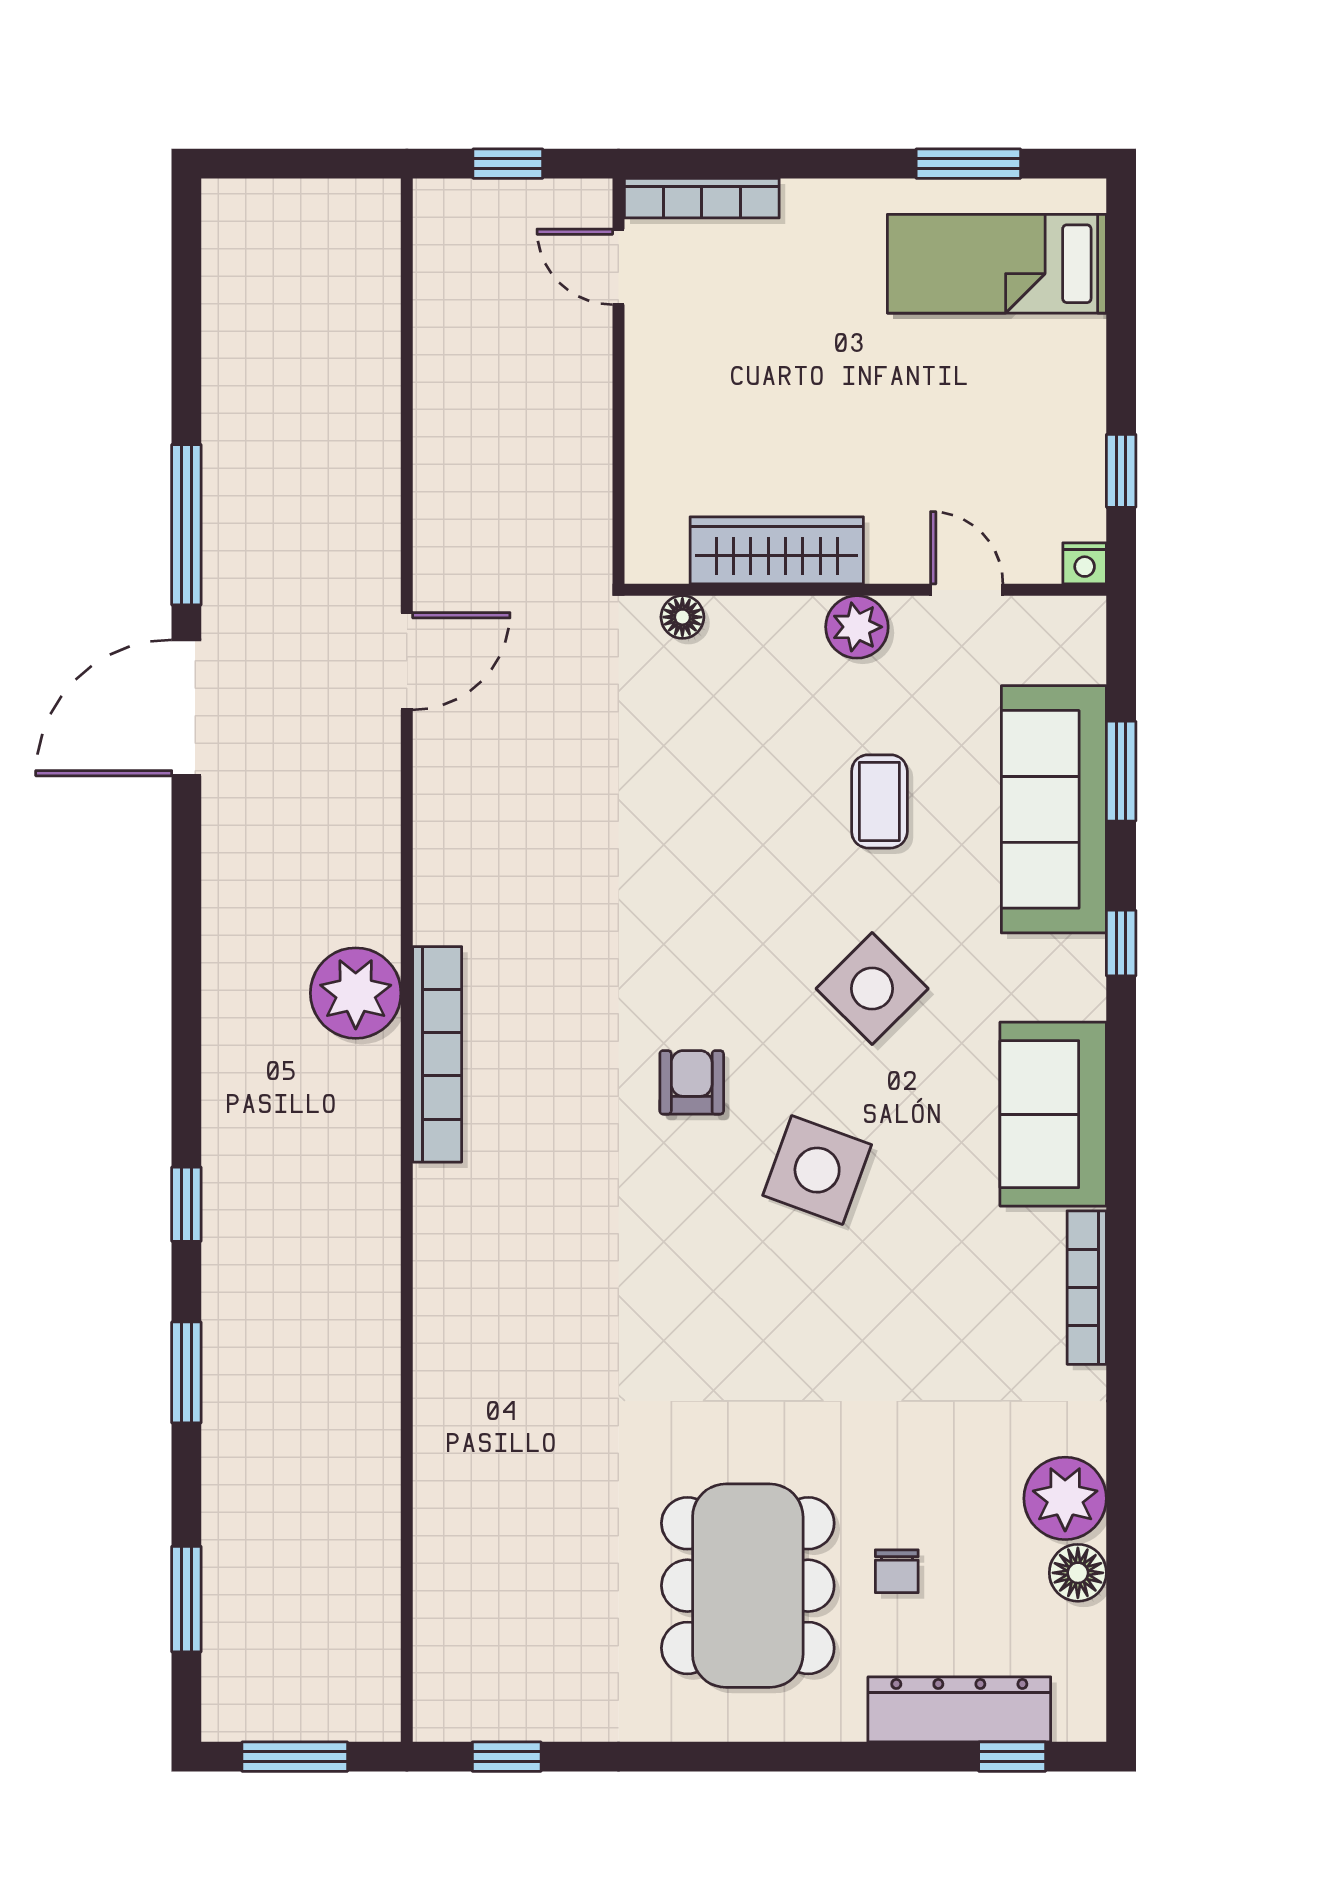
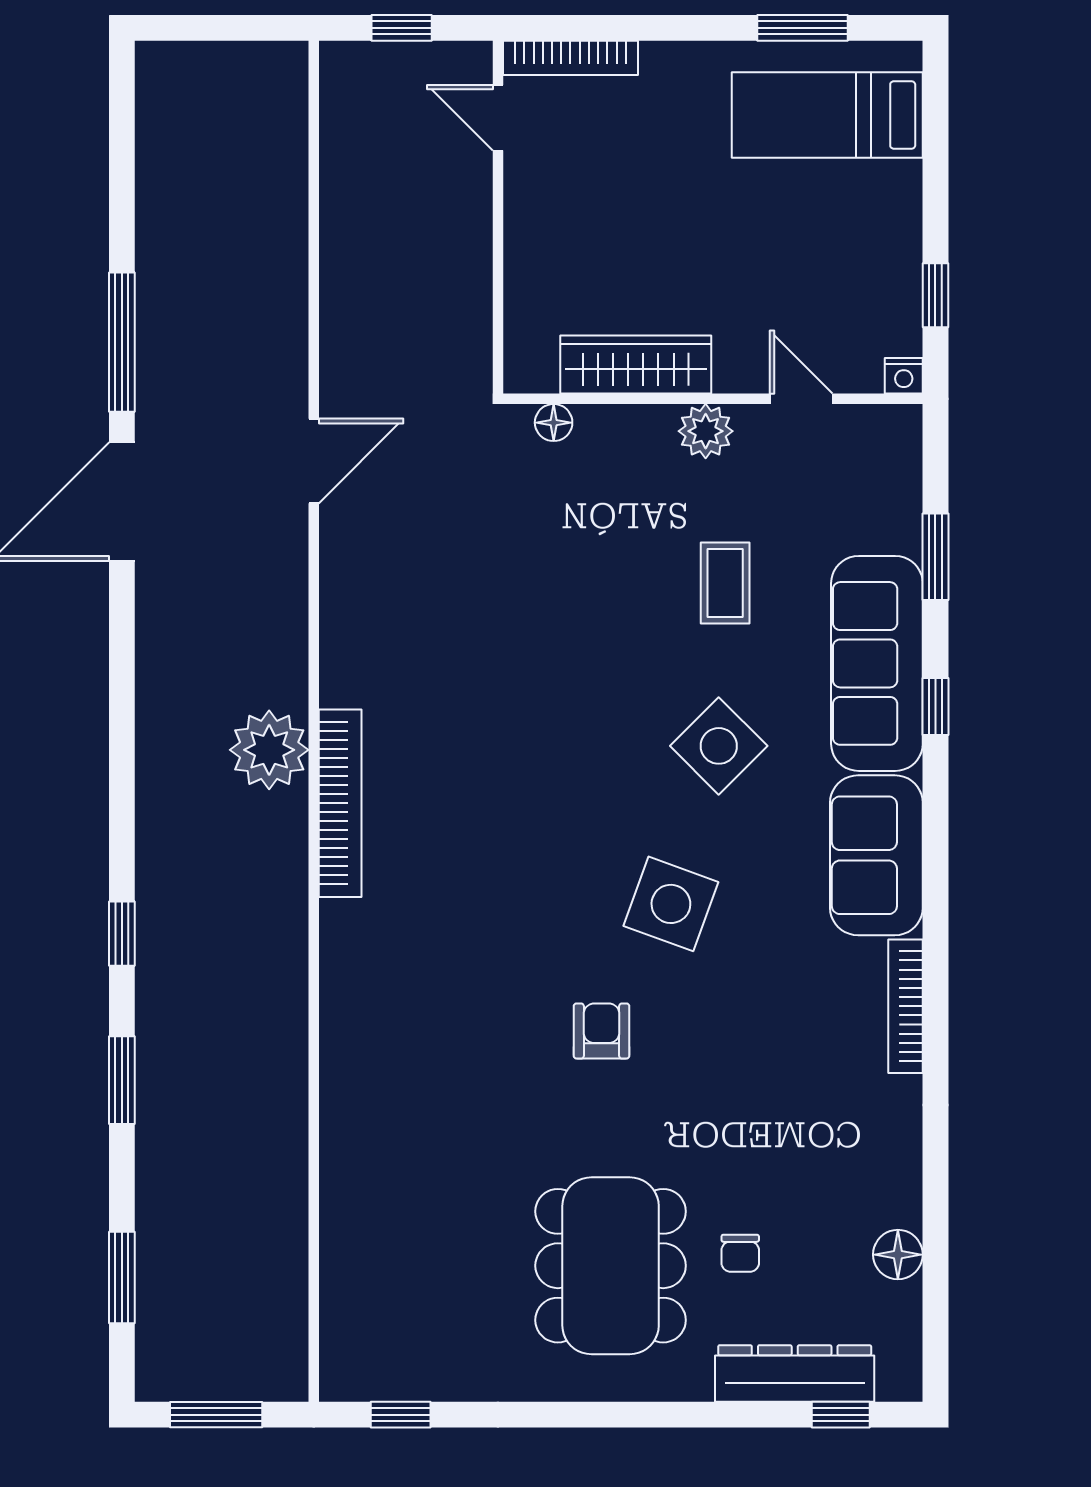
sofa: (1054, 809) -> (877, 663), moved
armchair: (692, 1082) -> (602, 1031), moved
plant: (1065, 1498) -> (887, 1190), removed

